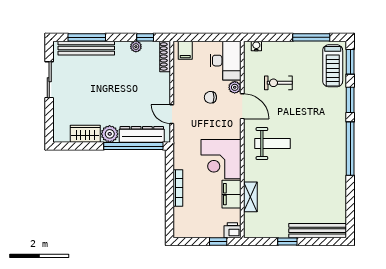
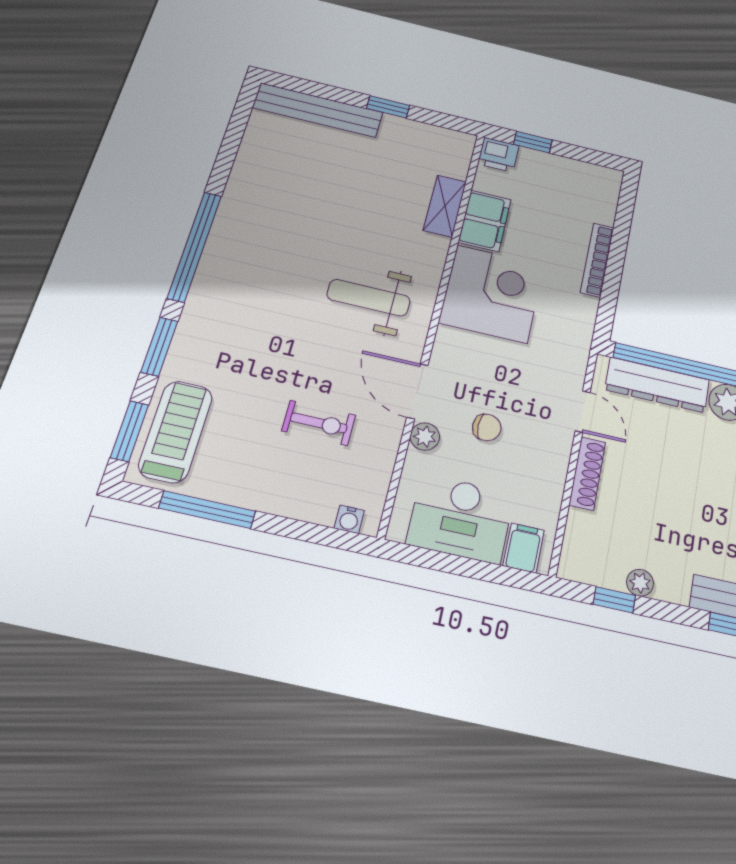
shoe rack: (165, 56) -> (587, 473), moved
desk: (225, 61) -> (461, 519), moved, turned -90

